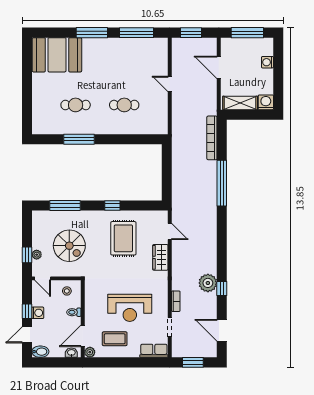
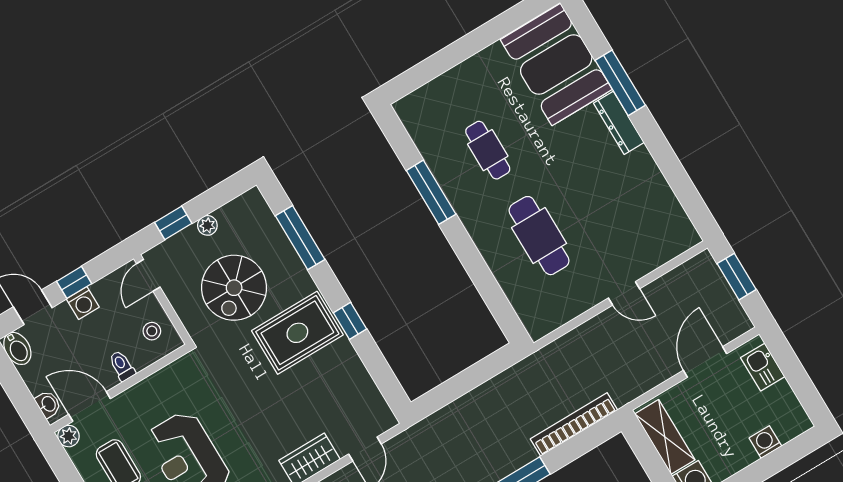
window: (92, 33) -> (620, 83), moved
window: (136, 33) -> (679, 181), removed
window: (247, 33) -> (796, 375), removed
dresser: (97, 43) -> (619, 123), added
kitchen sink: (235, 44) -> (763, 367), added
door: (170, 84) -> (624, 293), swing flipped
cafe table: (124, 105) -> (539, 236), width x1.37, depth x1.35
rug: (123, 238) -> (297, 333), moved
plant: (37, 255) -> (207, 225), moved

